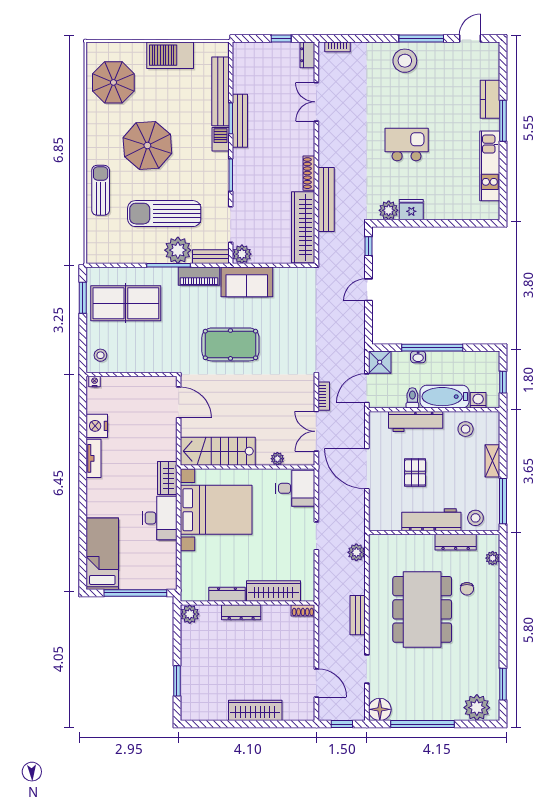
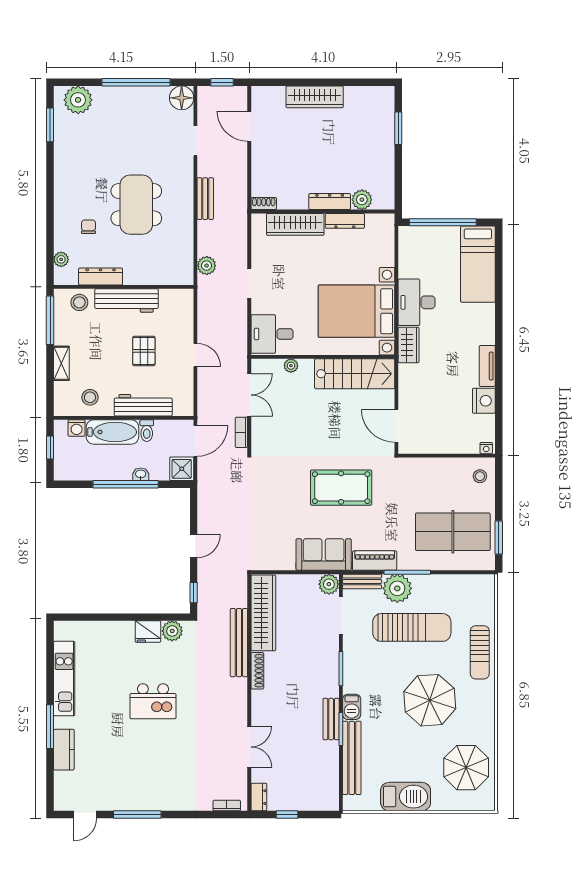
stool: (405, 61) -> (155, 791), removed
bench: (240, 121) -> (331, 719), width x0.73
door: (367, 469) -> (195, 355), width x0.53
dining table: (422, 609) -> (136, 205), width x0.73, depth x0.80
plant: (190, 614) -> (362, 200), moved

